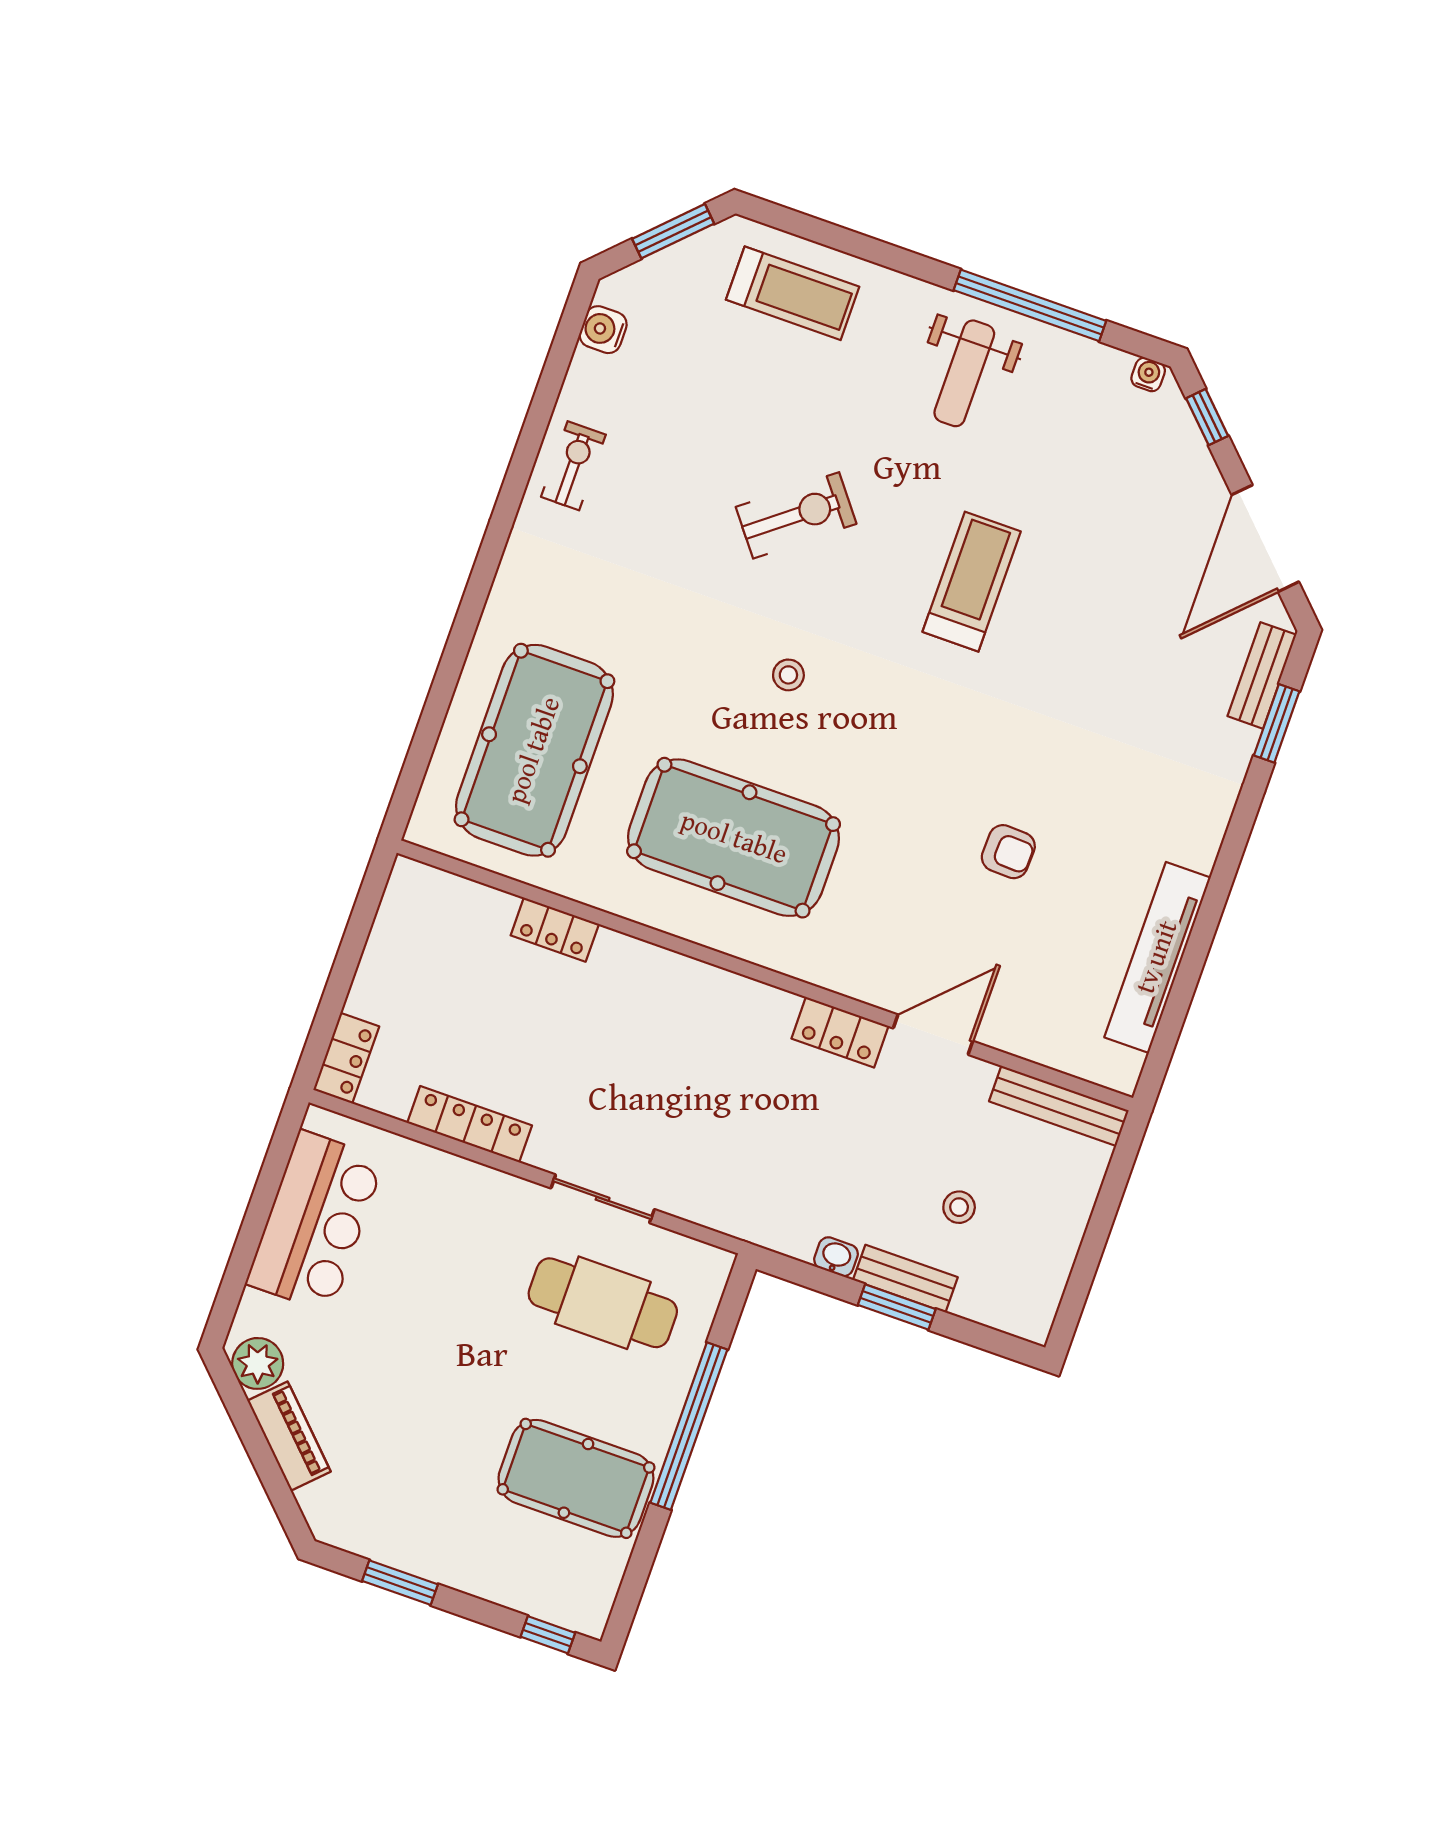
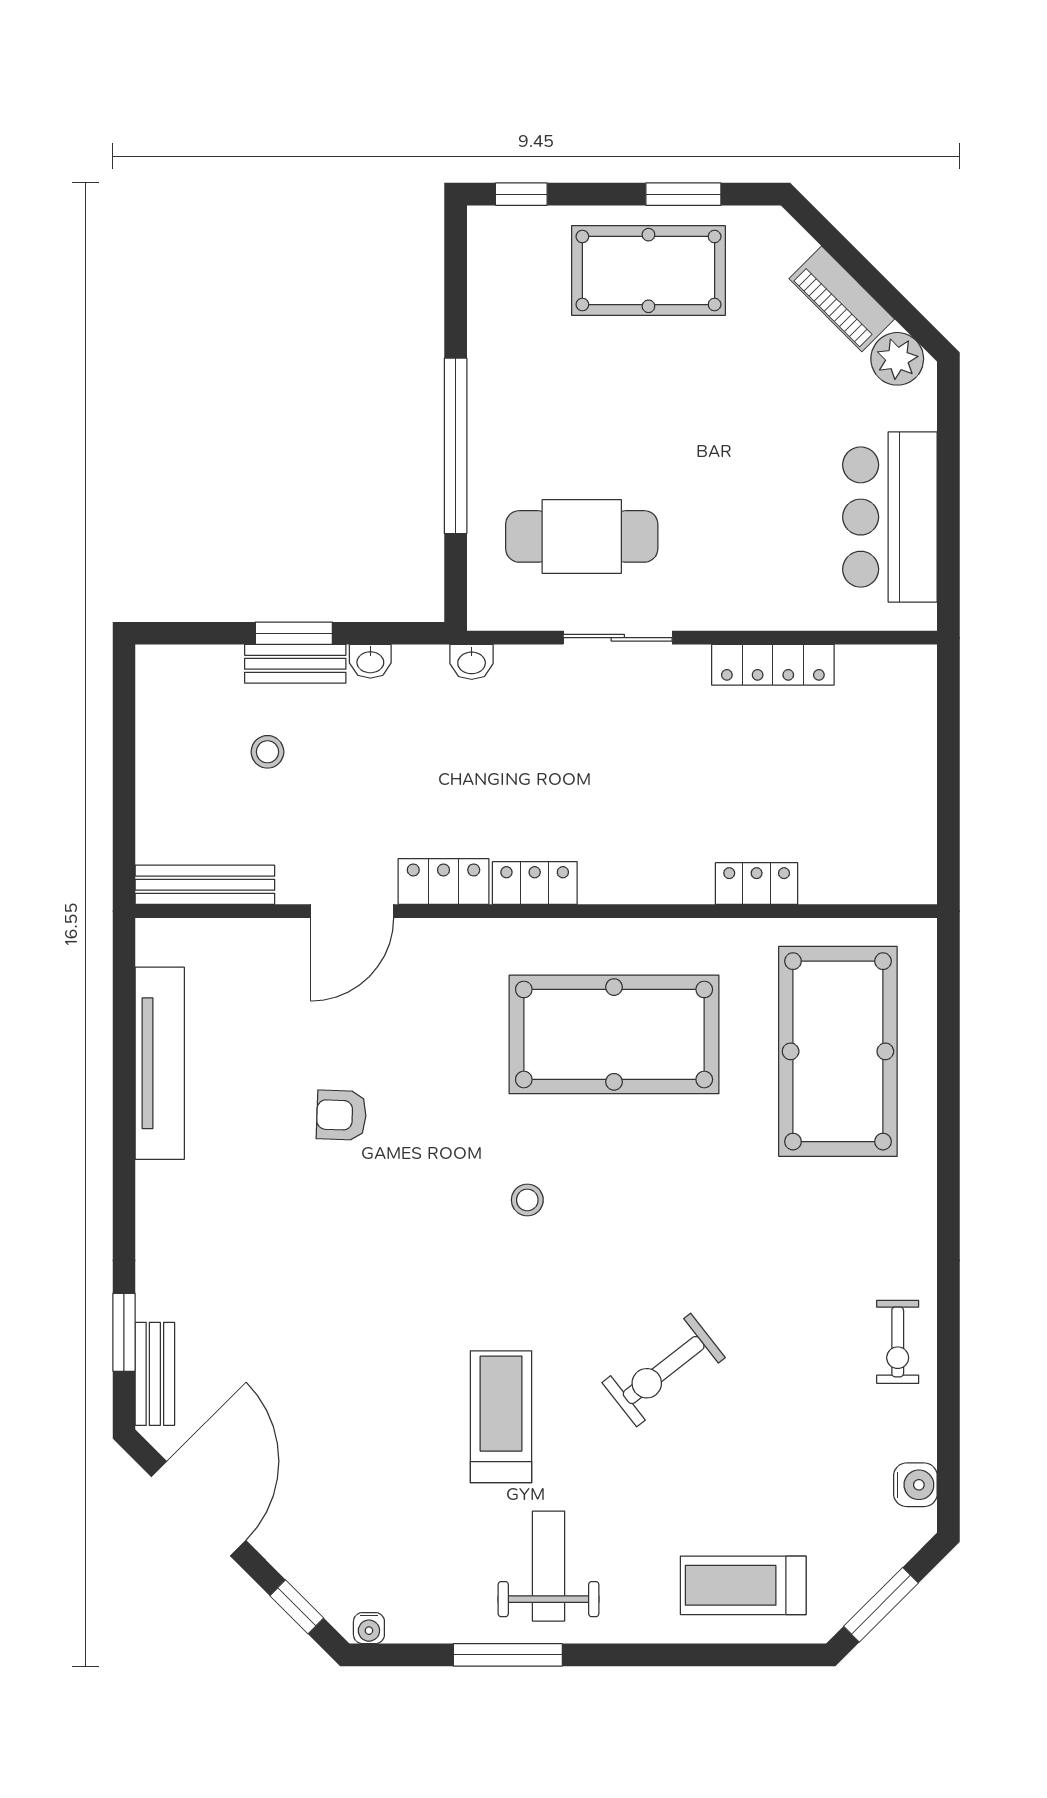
window: (1030, 305) -> (508, 1655), width x0.68
treadmill: (972, 582) -> (501, 1417), moved, turned 180
stool: (788, 675) -> (527, 1200), moved
locker: (346, 1058) -> (535, 883), moved, turned 90
washbasin: (744, 1224) -> (472, 662), added
pool table: (576, 1478) -> (648, 270), moved

